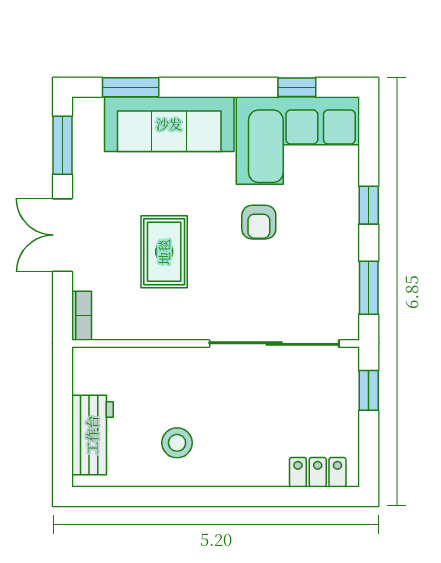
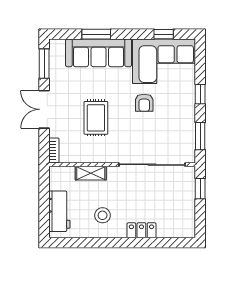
window: (131, 87) -> (96, 34), moved
shelving: (154, 360) -> (91, 173), added
locker: (318, 472) -> (141, 230), moved

